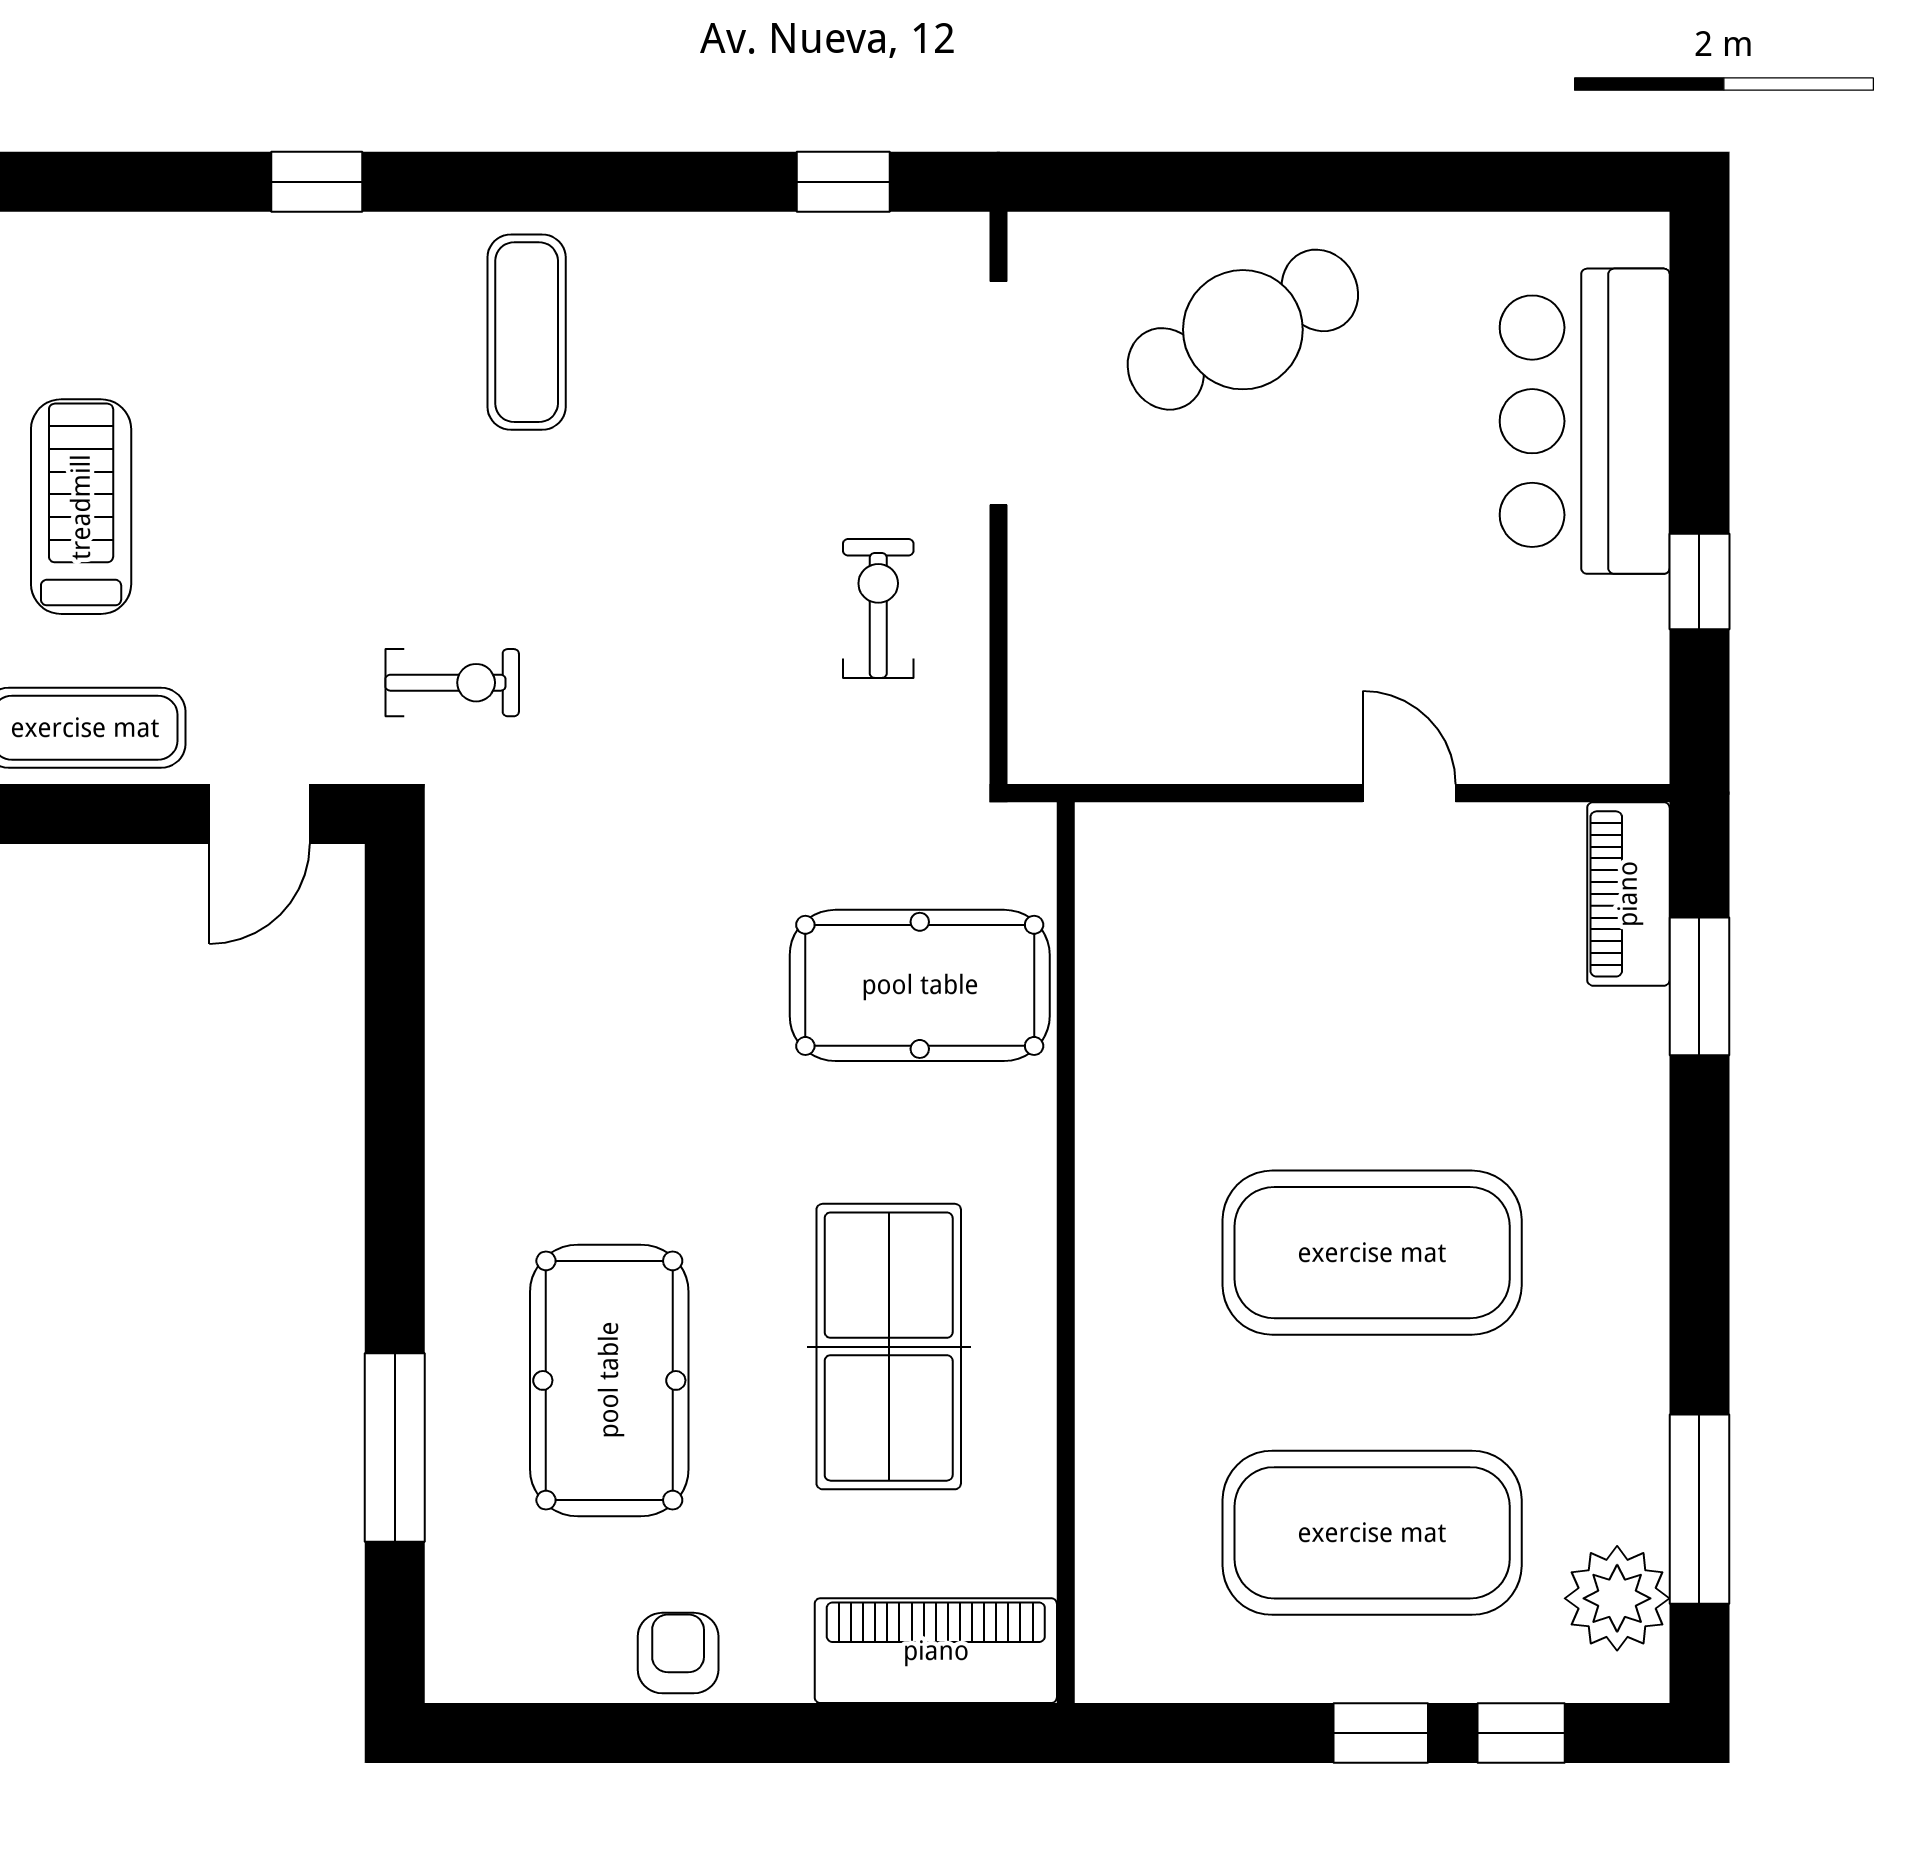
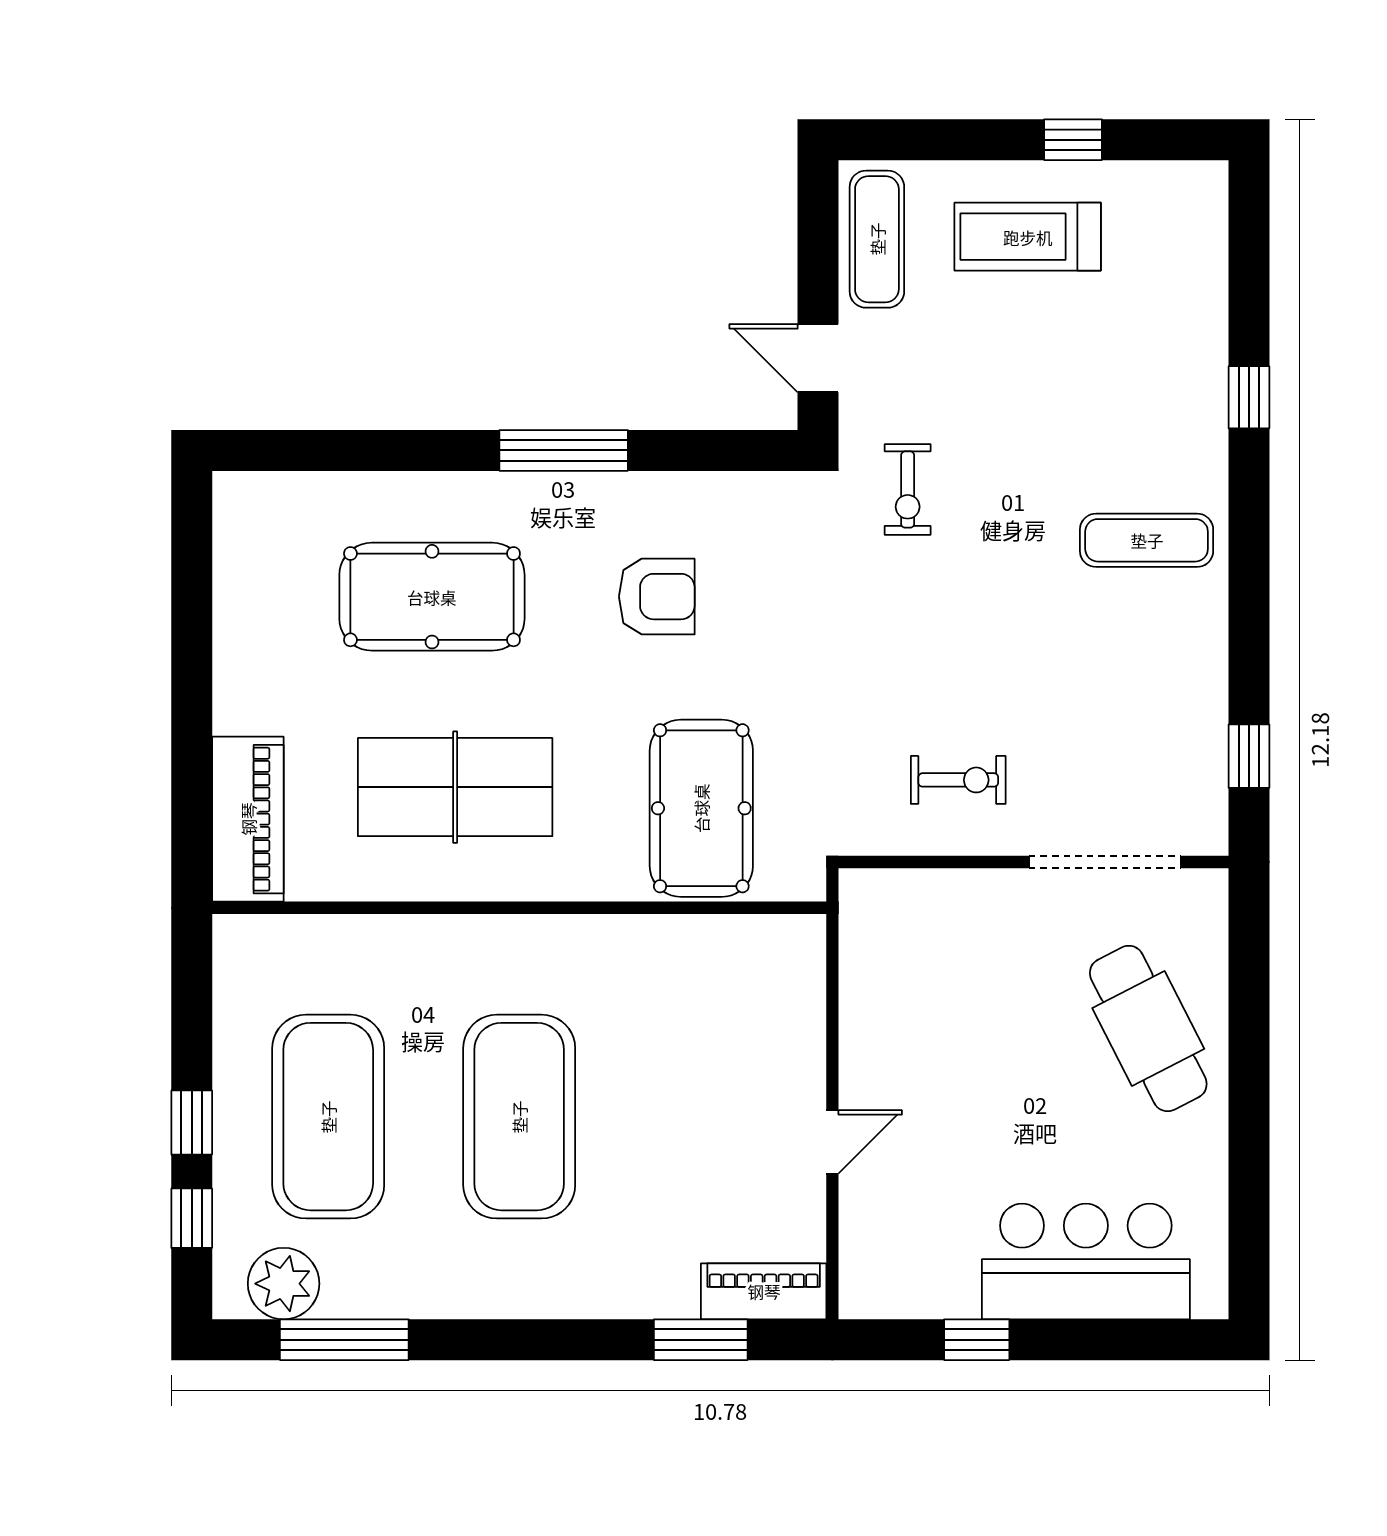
treadmill: (81, 507) -> (1028, 237), turned 180
window: (395, 1448) -> (564, 450), moved
armchair: (678, 1653) -> (657, 597), moved, width x1.38, depth x1.38

